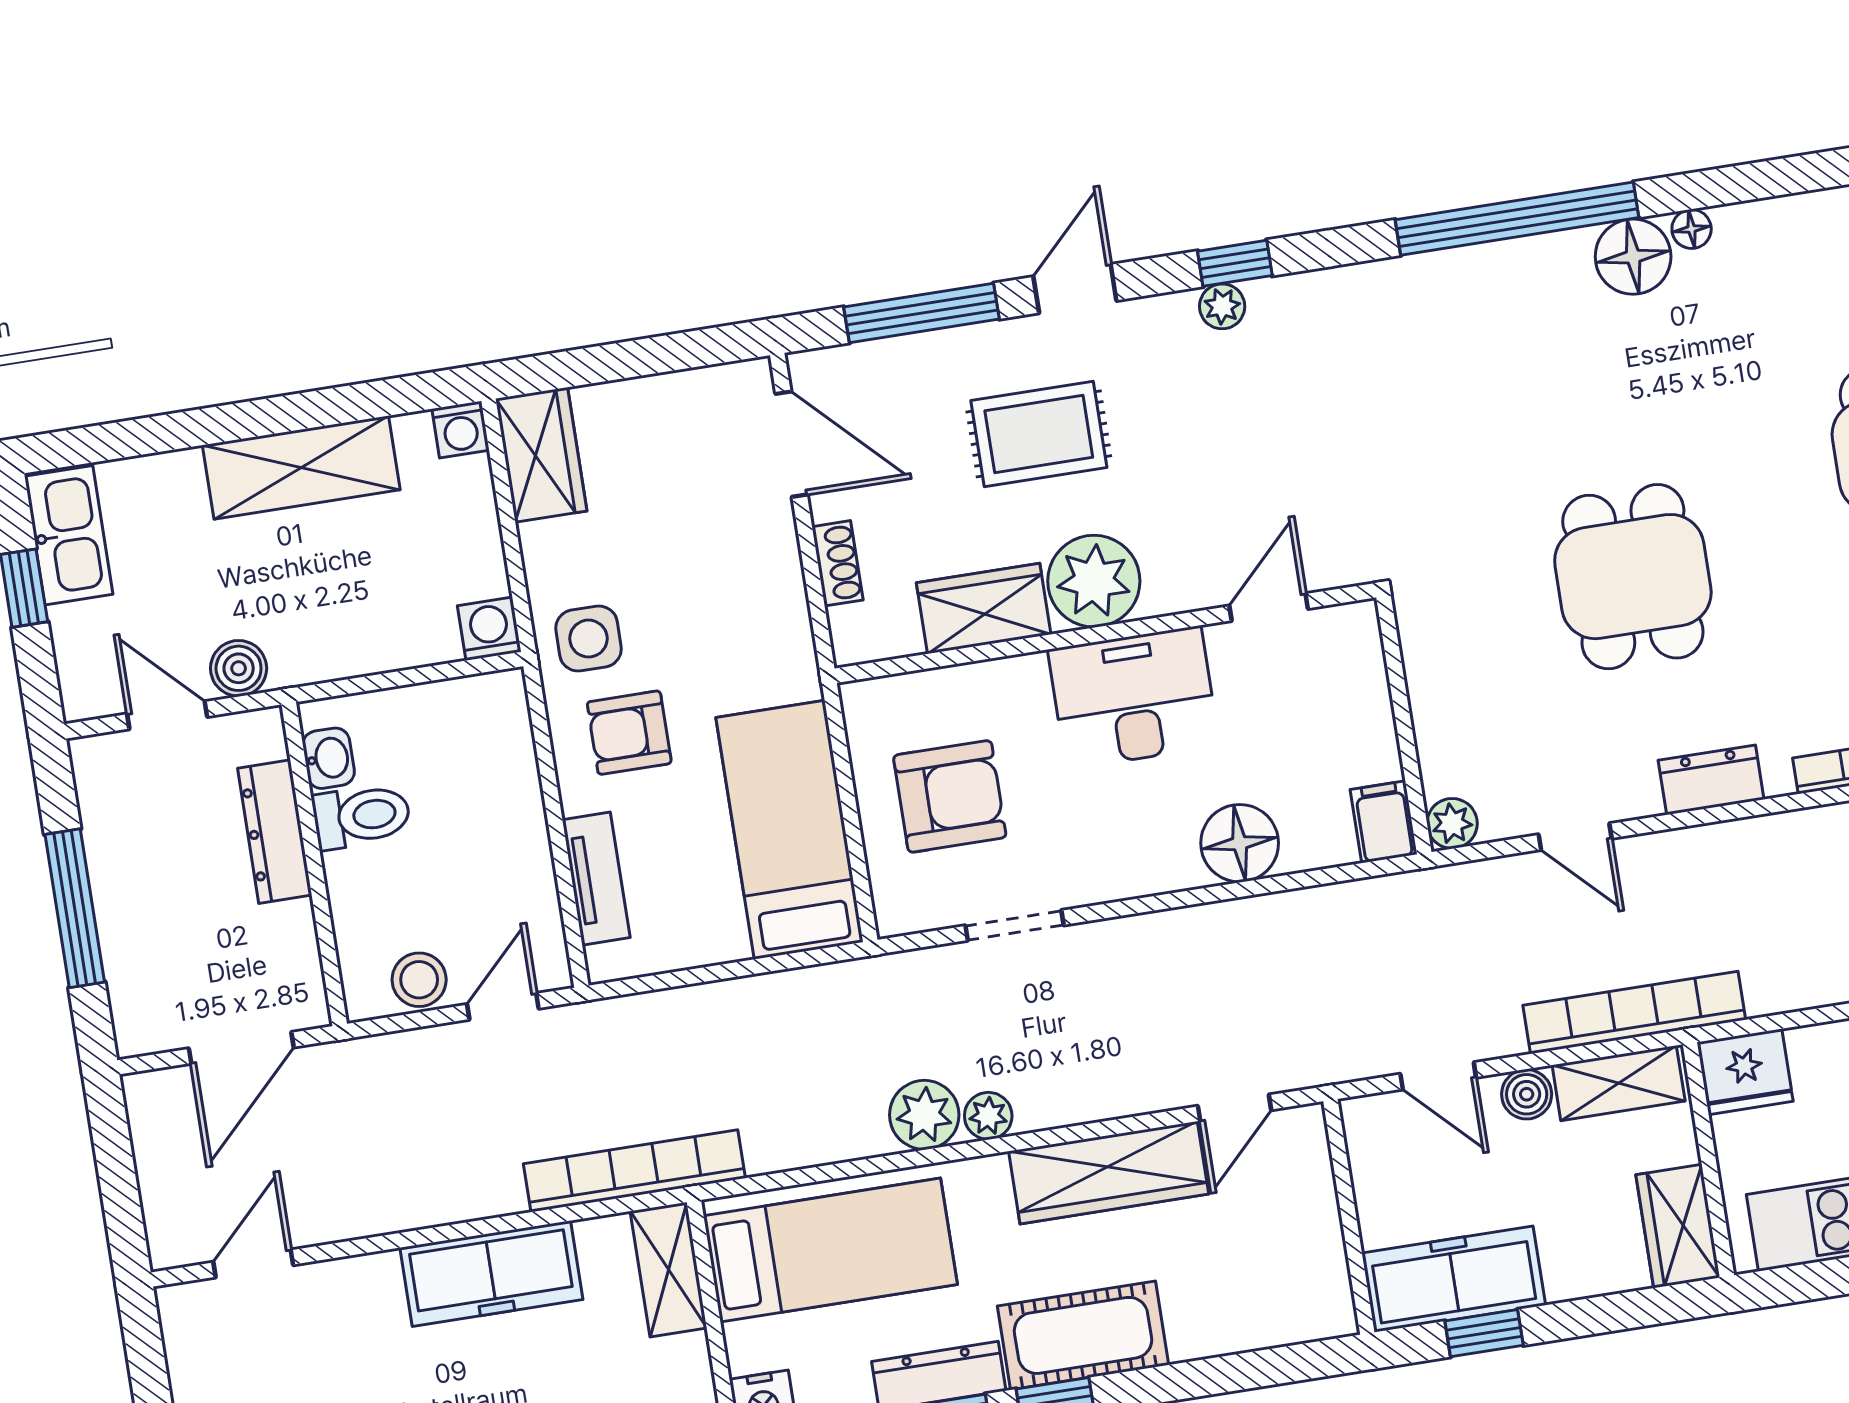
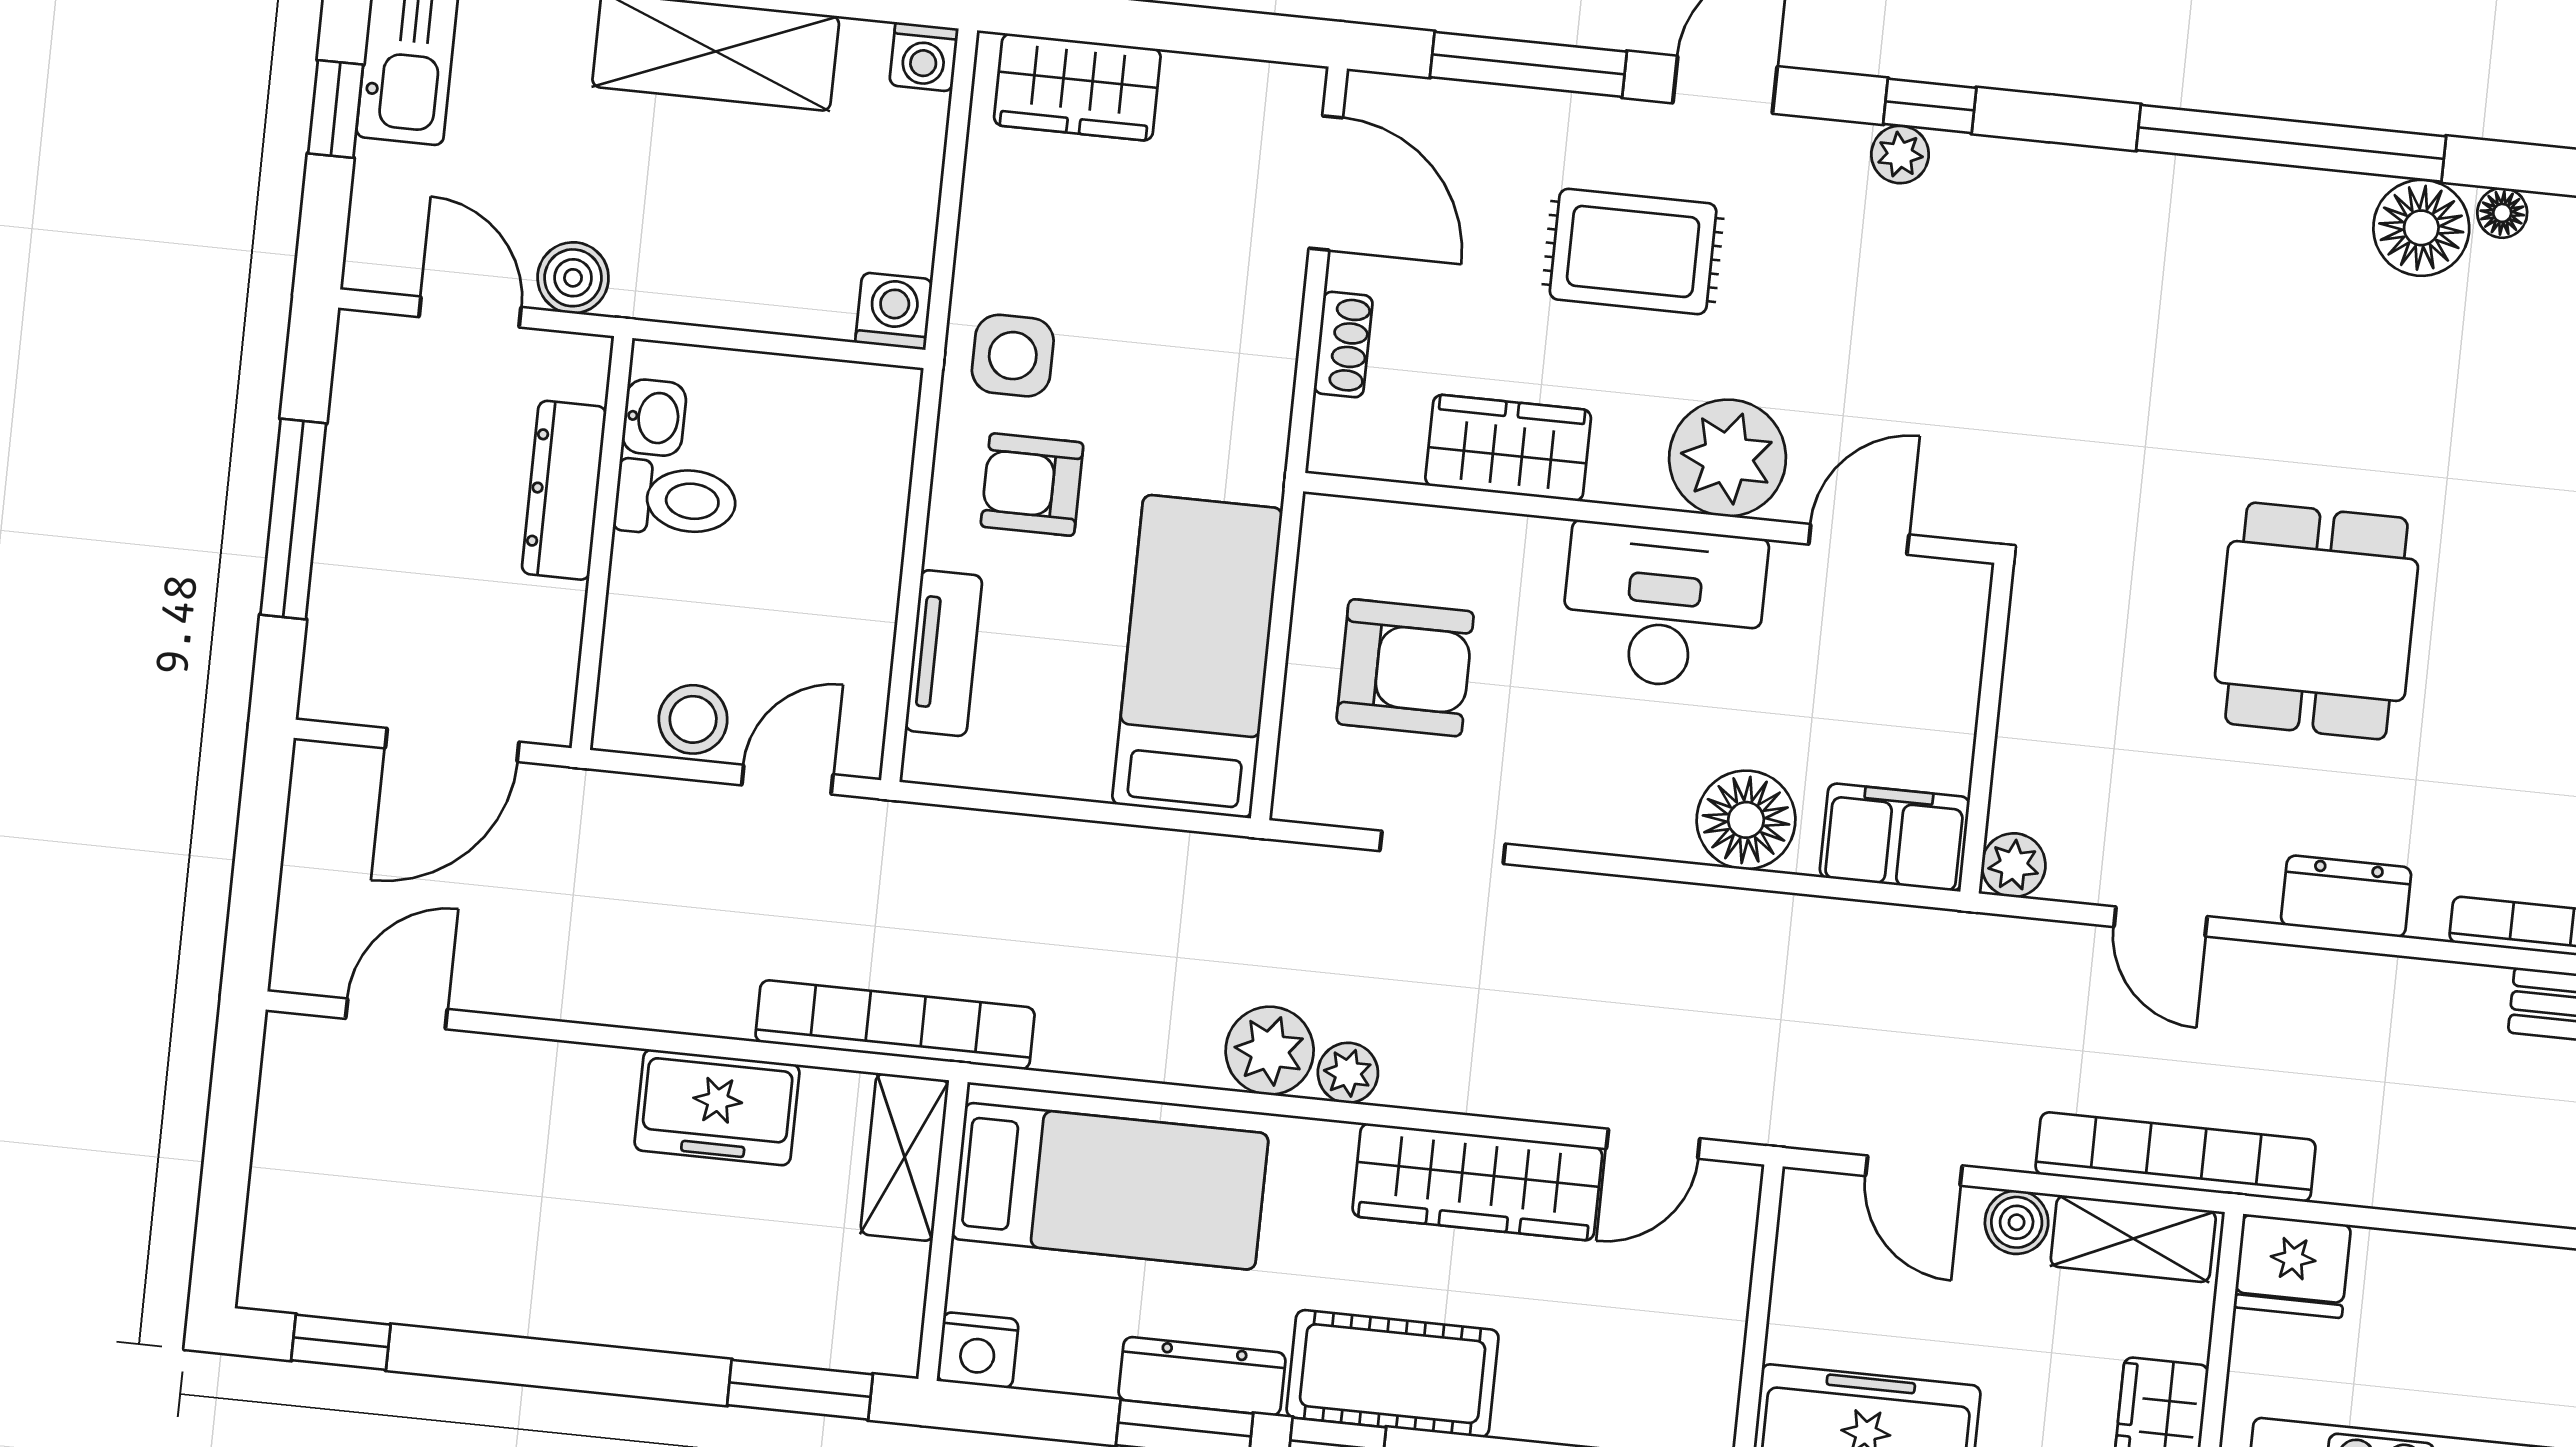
wardrobe: (541, 455) -> (1077, 87), moved, turned 90
plant: (1094, 581) -> (1728, 458), moved
filing cabinet: (1384, 822) -> (1895, 837), width x2.00
freezer: (491, 1274) -> (717, 1107), width x0.71

